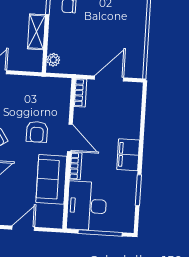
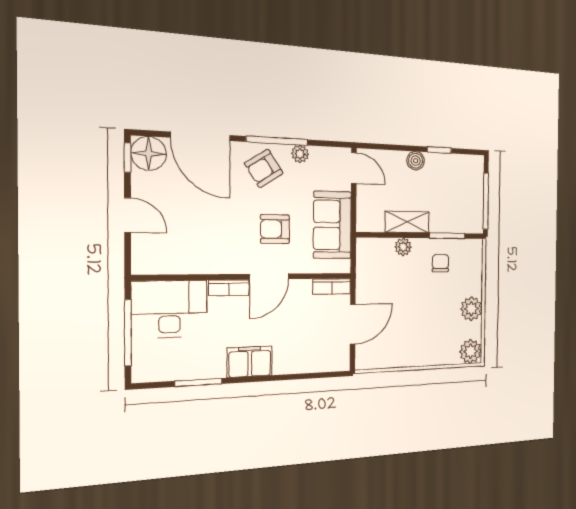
plant: (53, 60) -> (403, 247), moved
door: (109, 78) -> (353, 324), hinge flipped
sofa: (51, 179) -> (332, 225), moved, turned -90

